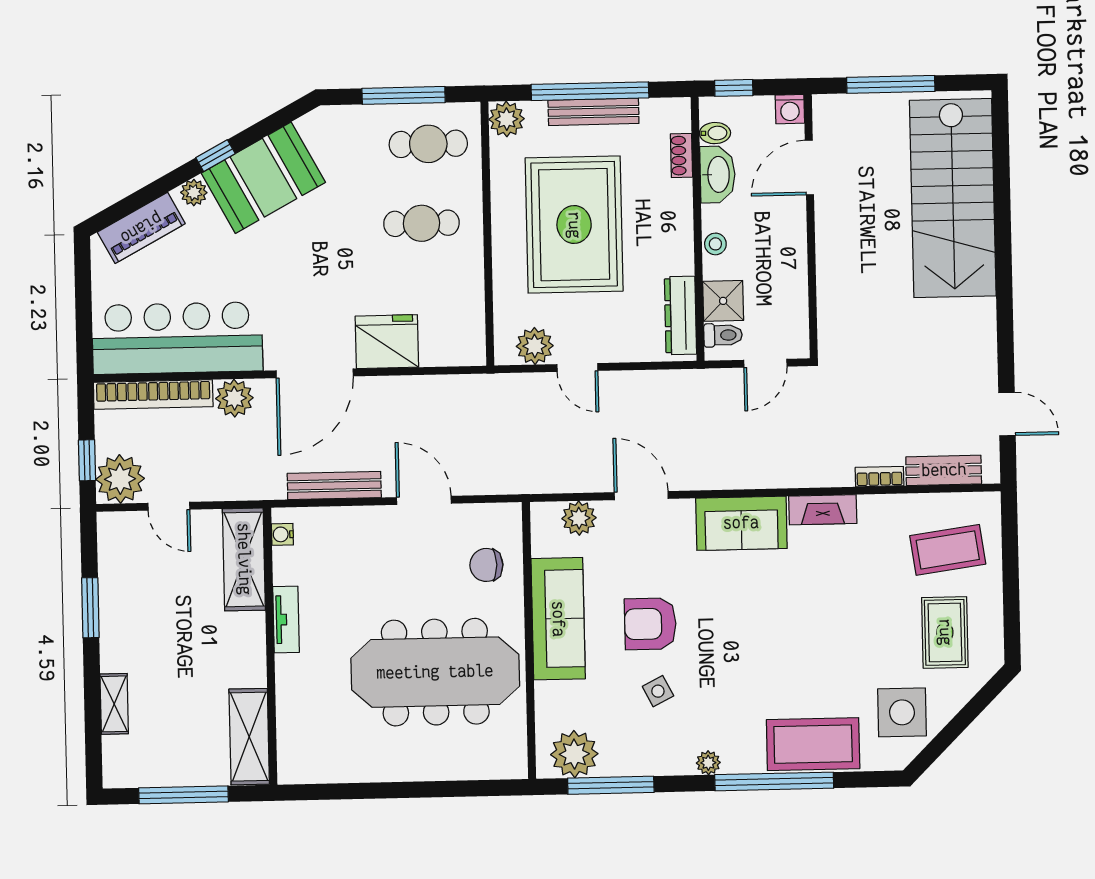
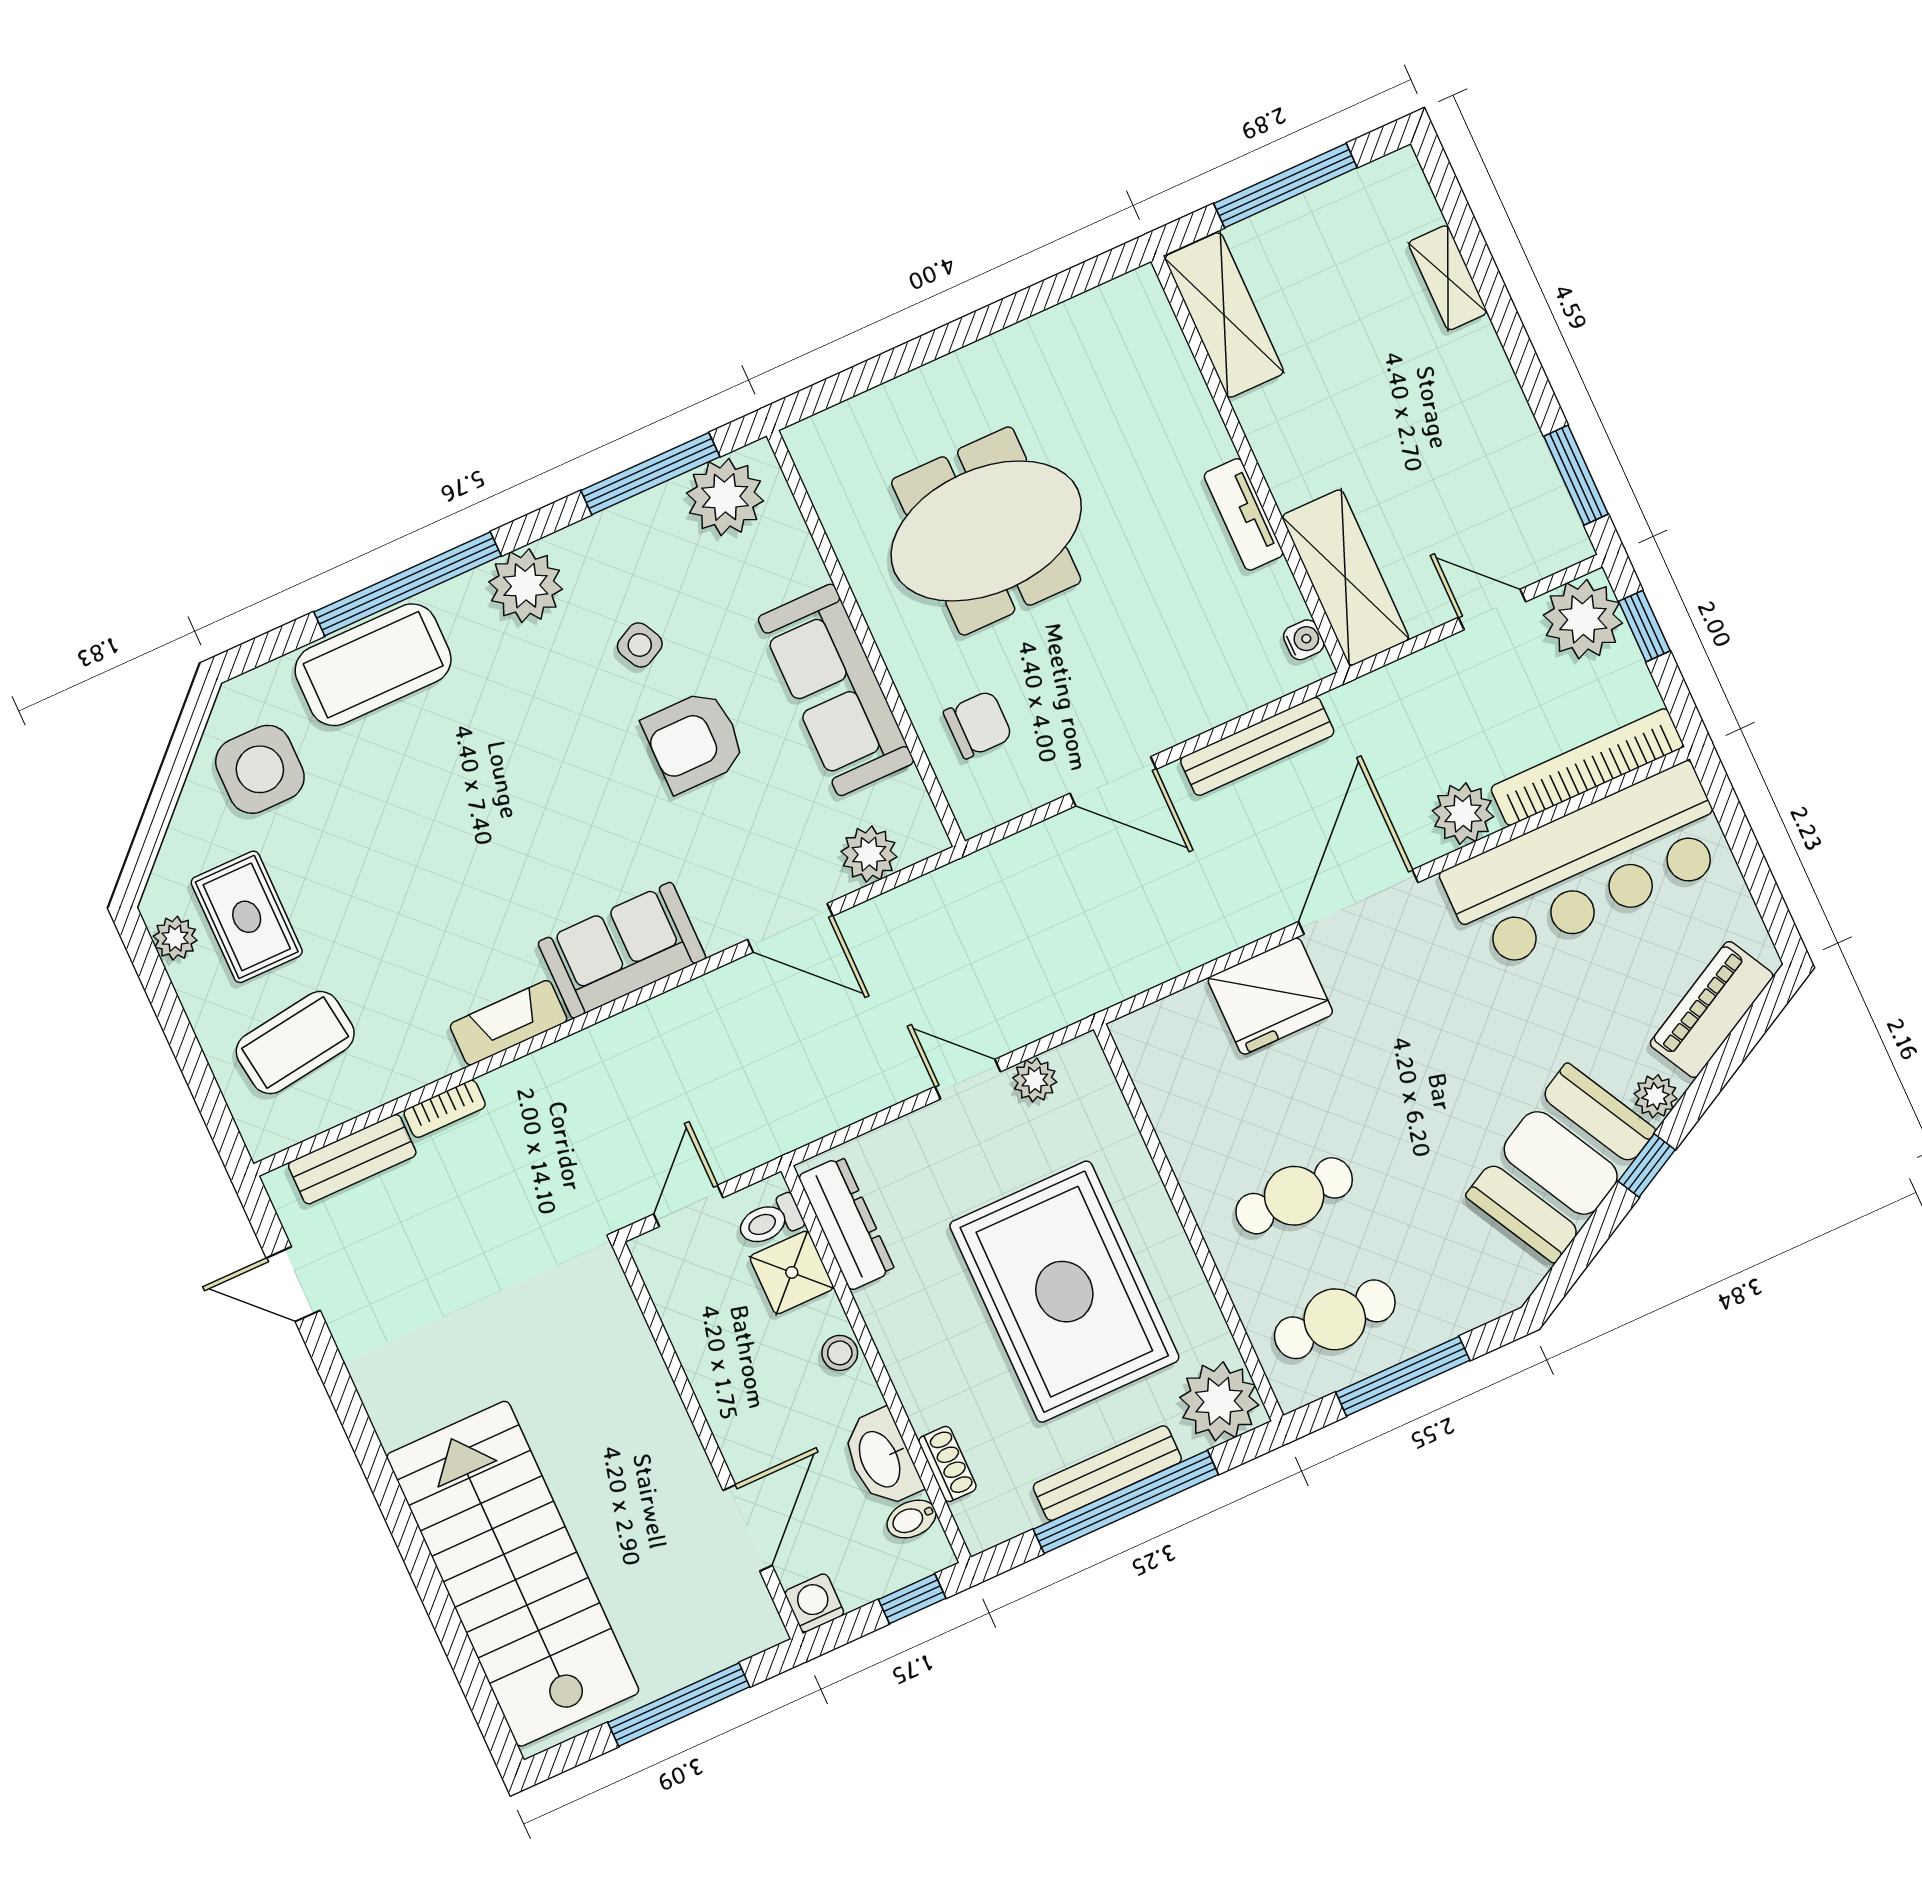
plant: (507, 119) -> (1219, 1401), width x1.36, depth x1.36
plant: (535, 346) -> (1035, 1080), width x0.73, depth x0.73
window: (90, 608) -> (1576, 475), moved
armchair: (650, 624) -> (694, 741), turned 180
plant: (990, 638) -> (175, 938), added
meeting table: (435, 672) -> (986, 531), width x0.73
plant: (708, 763) -> (526, 586), width x1.88, depth x1.88

